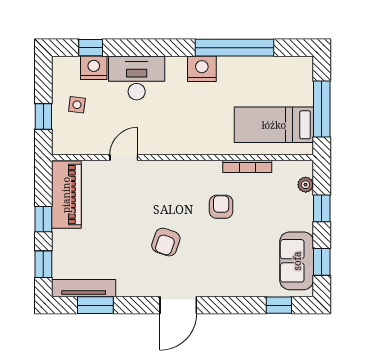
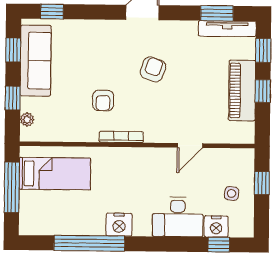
bookcase: (247, 166) -> (121, 137), moved
piano: (66, 195) -> (242, 91), moved
sofa: (297, 261) -> (36, 61), width x1.36

